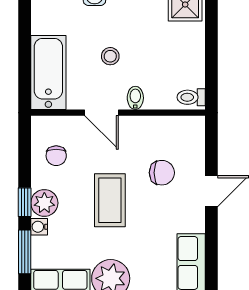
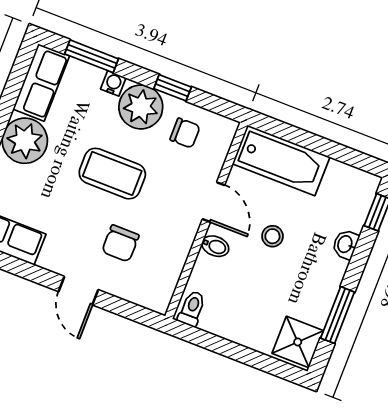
door: (101, 113) -> (214, 202), swing flipped
chair: (56, 156) -> (185, 133), turned 180
window: (25, 202) -> (173, 88), moved
plant: (44, 203) -> (141, 107), width x1.36, depth x1.36

